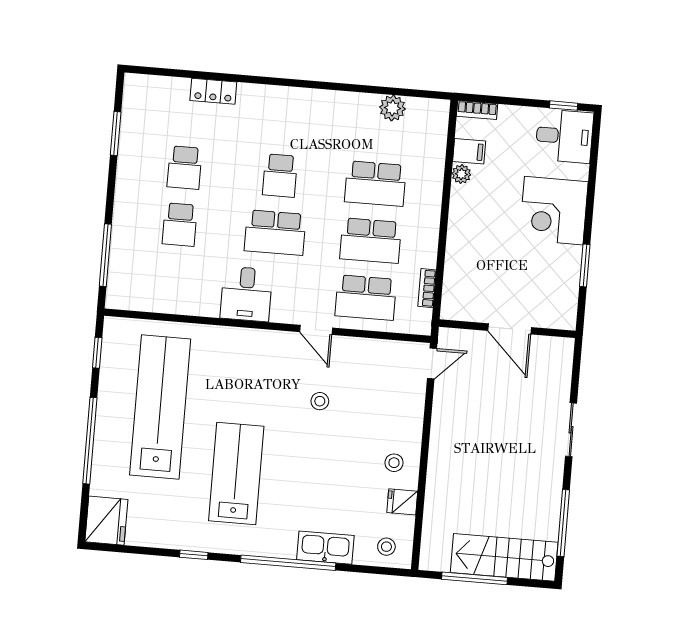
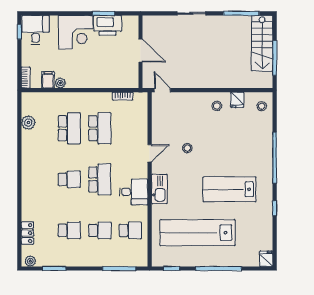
plant: (133, 90) -> (30, 261), added
locker: (213, 91) -> (27, 233), moved
printer: (562, 271) -> (108, 25), added
school desk: (366, 298) -> (130, 230), moved, width x0.54
door: (510, 329) -> (141, 50), hinge flipped
fridge: (106, 521) -> (266, 259), width x0.53, depth x0.75
kitchen sink: (325, 548) -> (159, 189), moved, turned 180

